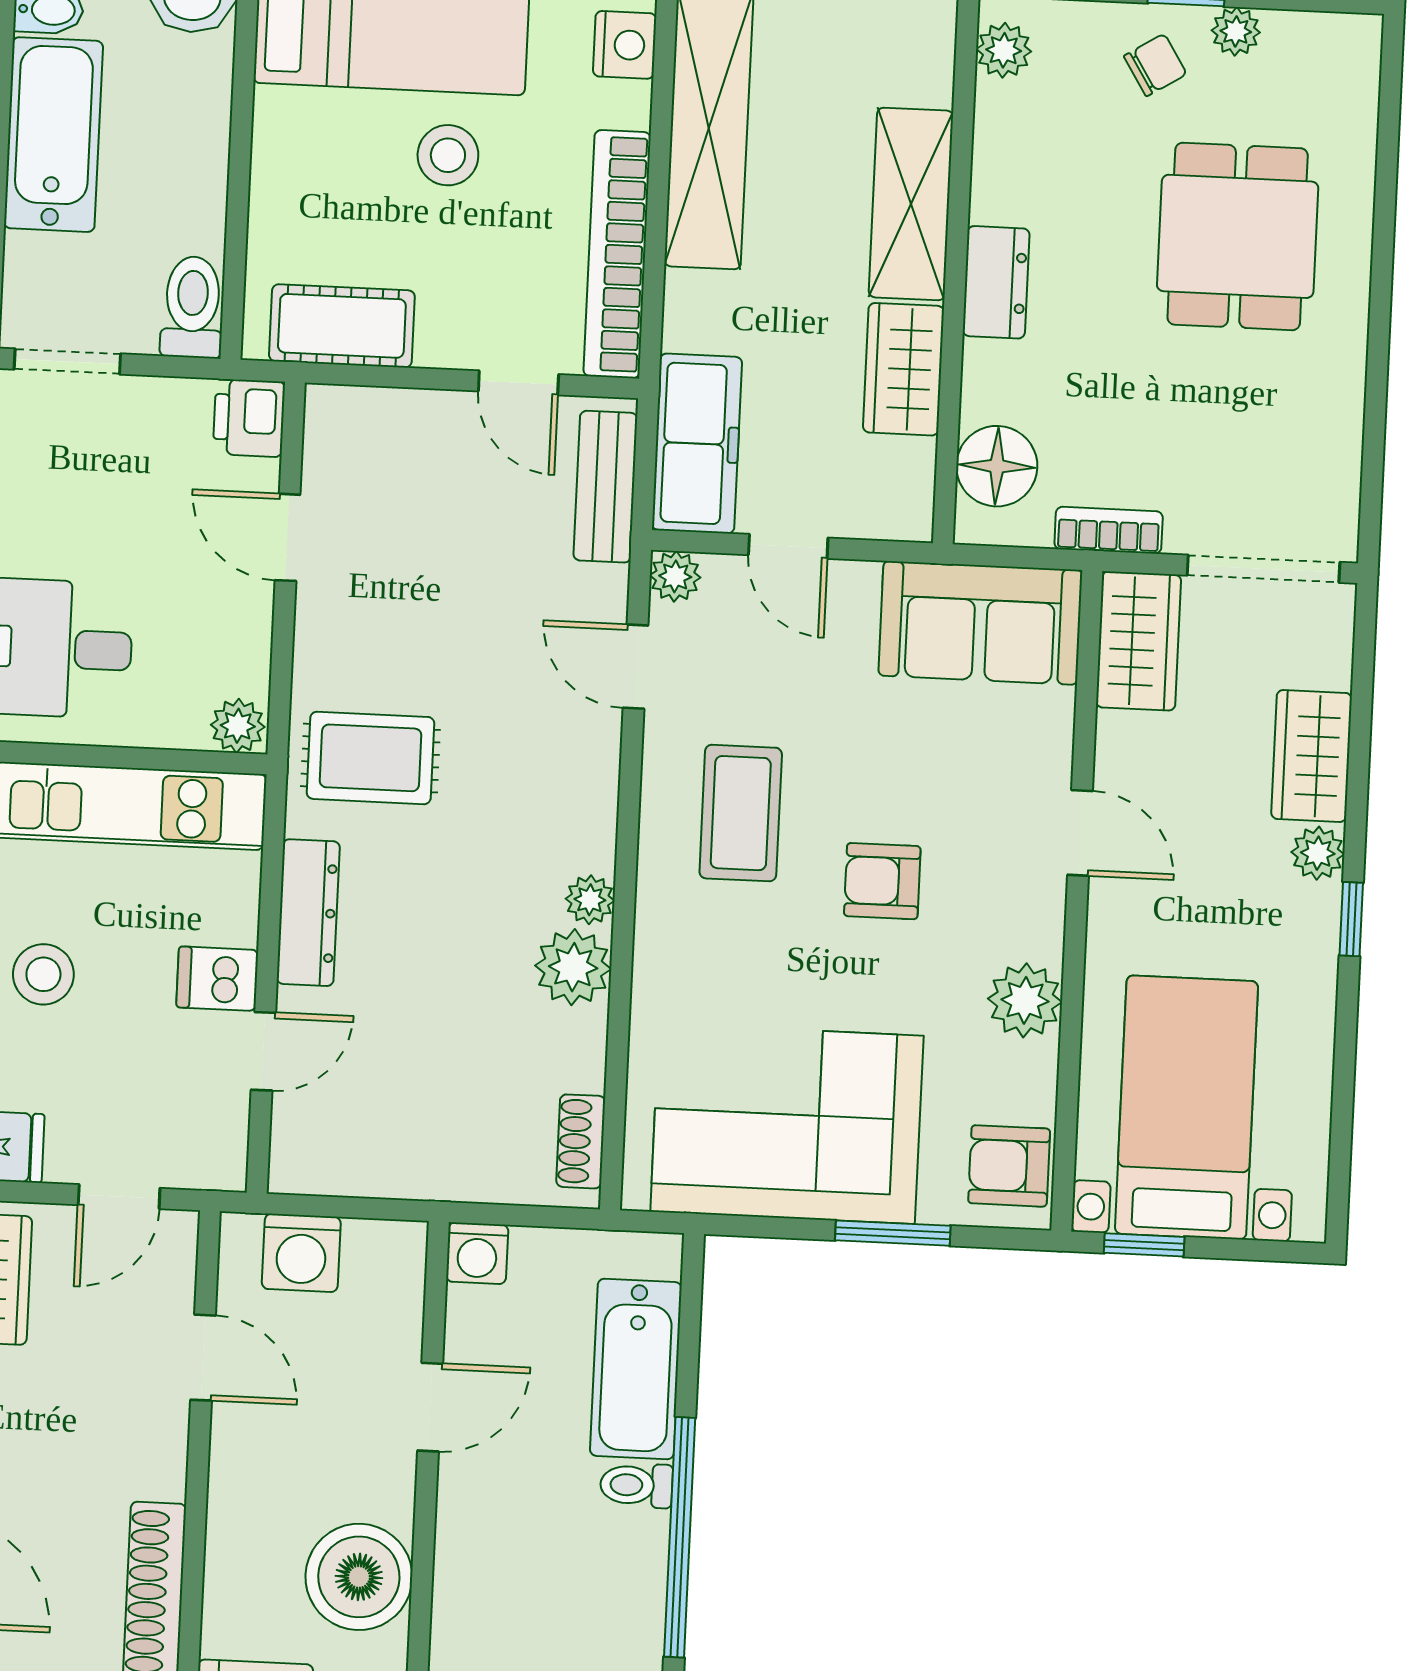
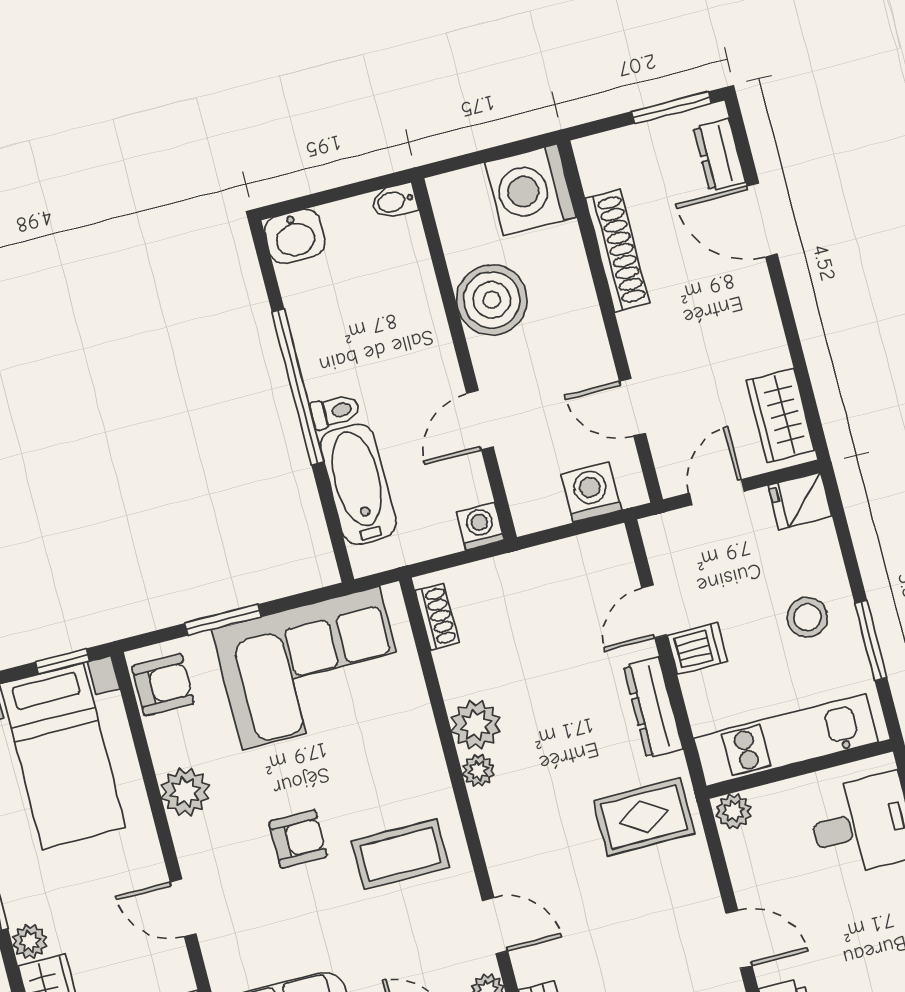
coffee table: (741, 813) -> (400, 854), turned 90

